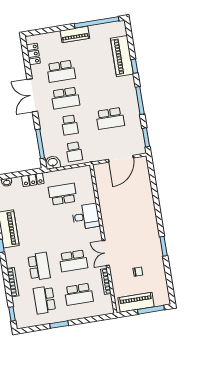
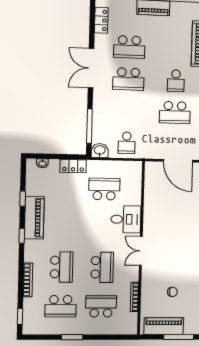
school desk: (70, 125) -> (176, 81), moved
door: (121, 159) -> (178, 161), hinge flipped
double door: (106, 253) -> (141, 251), moved
school desk: (73, 261) -> (102, 267), turned -90
school desk: (79, 294) -> (101, 306), turned 180
school desk: (44, 300) -> (61, 306), turned -90

